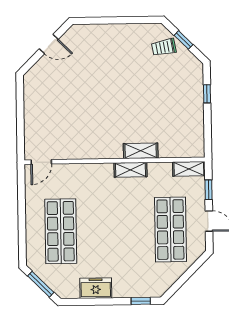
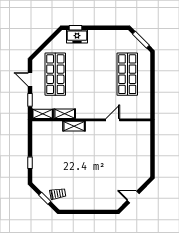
door: (41, 162) -> (113, 120), moved
shelving: (130, 170) -> (65, 114), moved
freezer: (96, 288) -> (77, 37), moved

